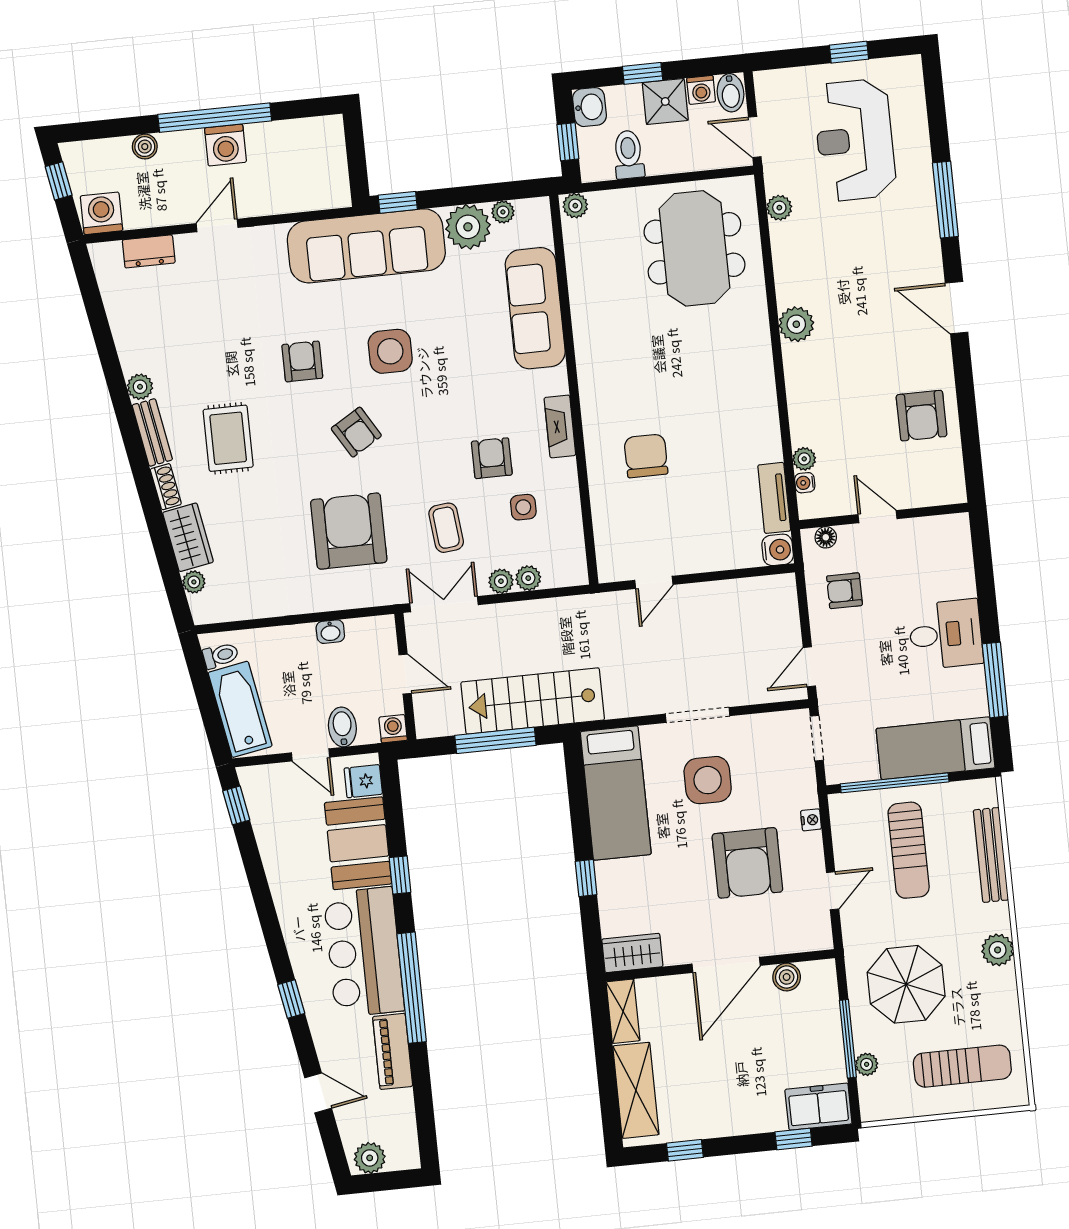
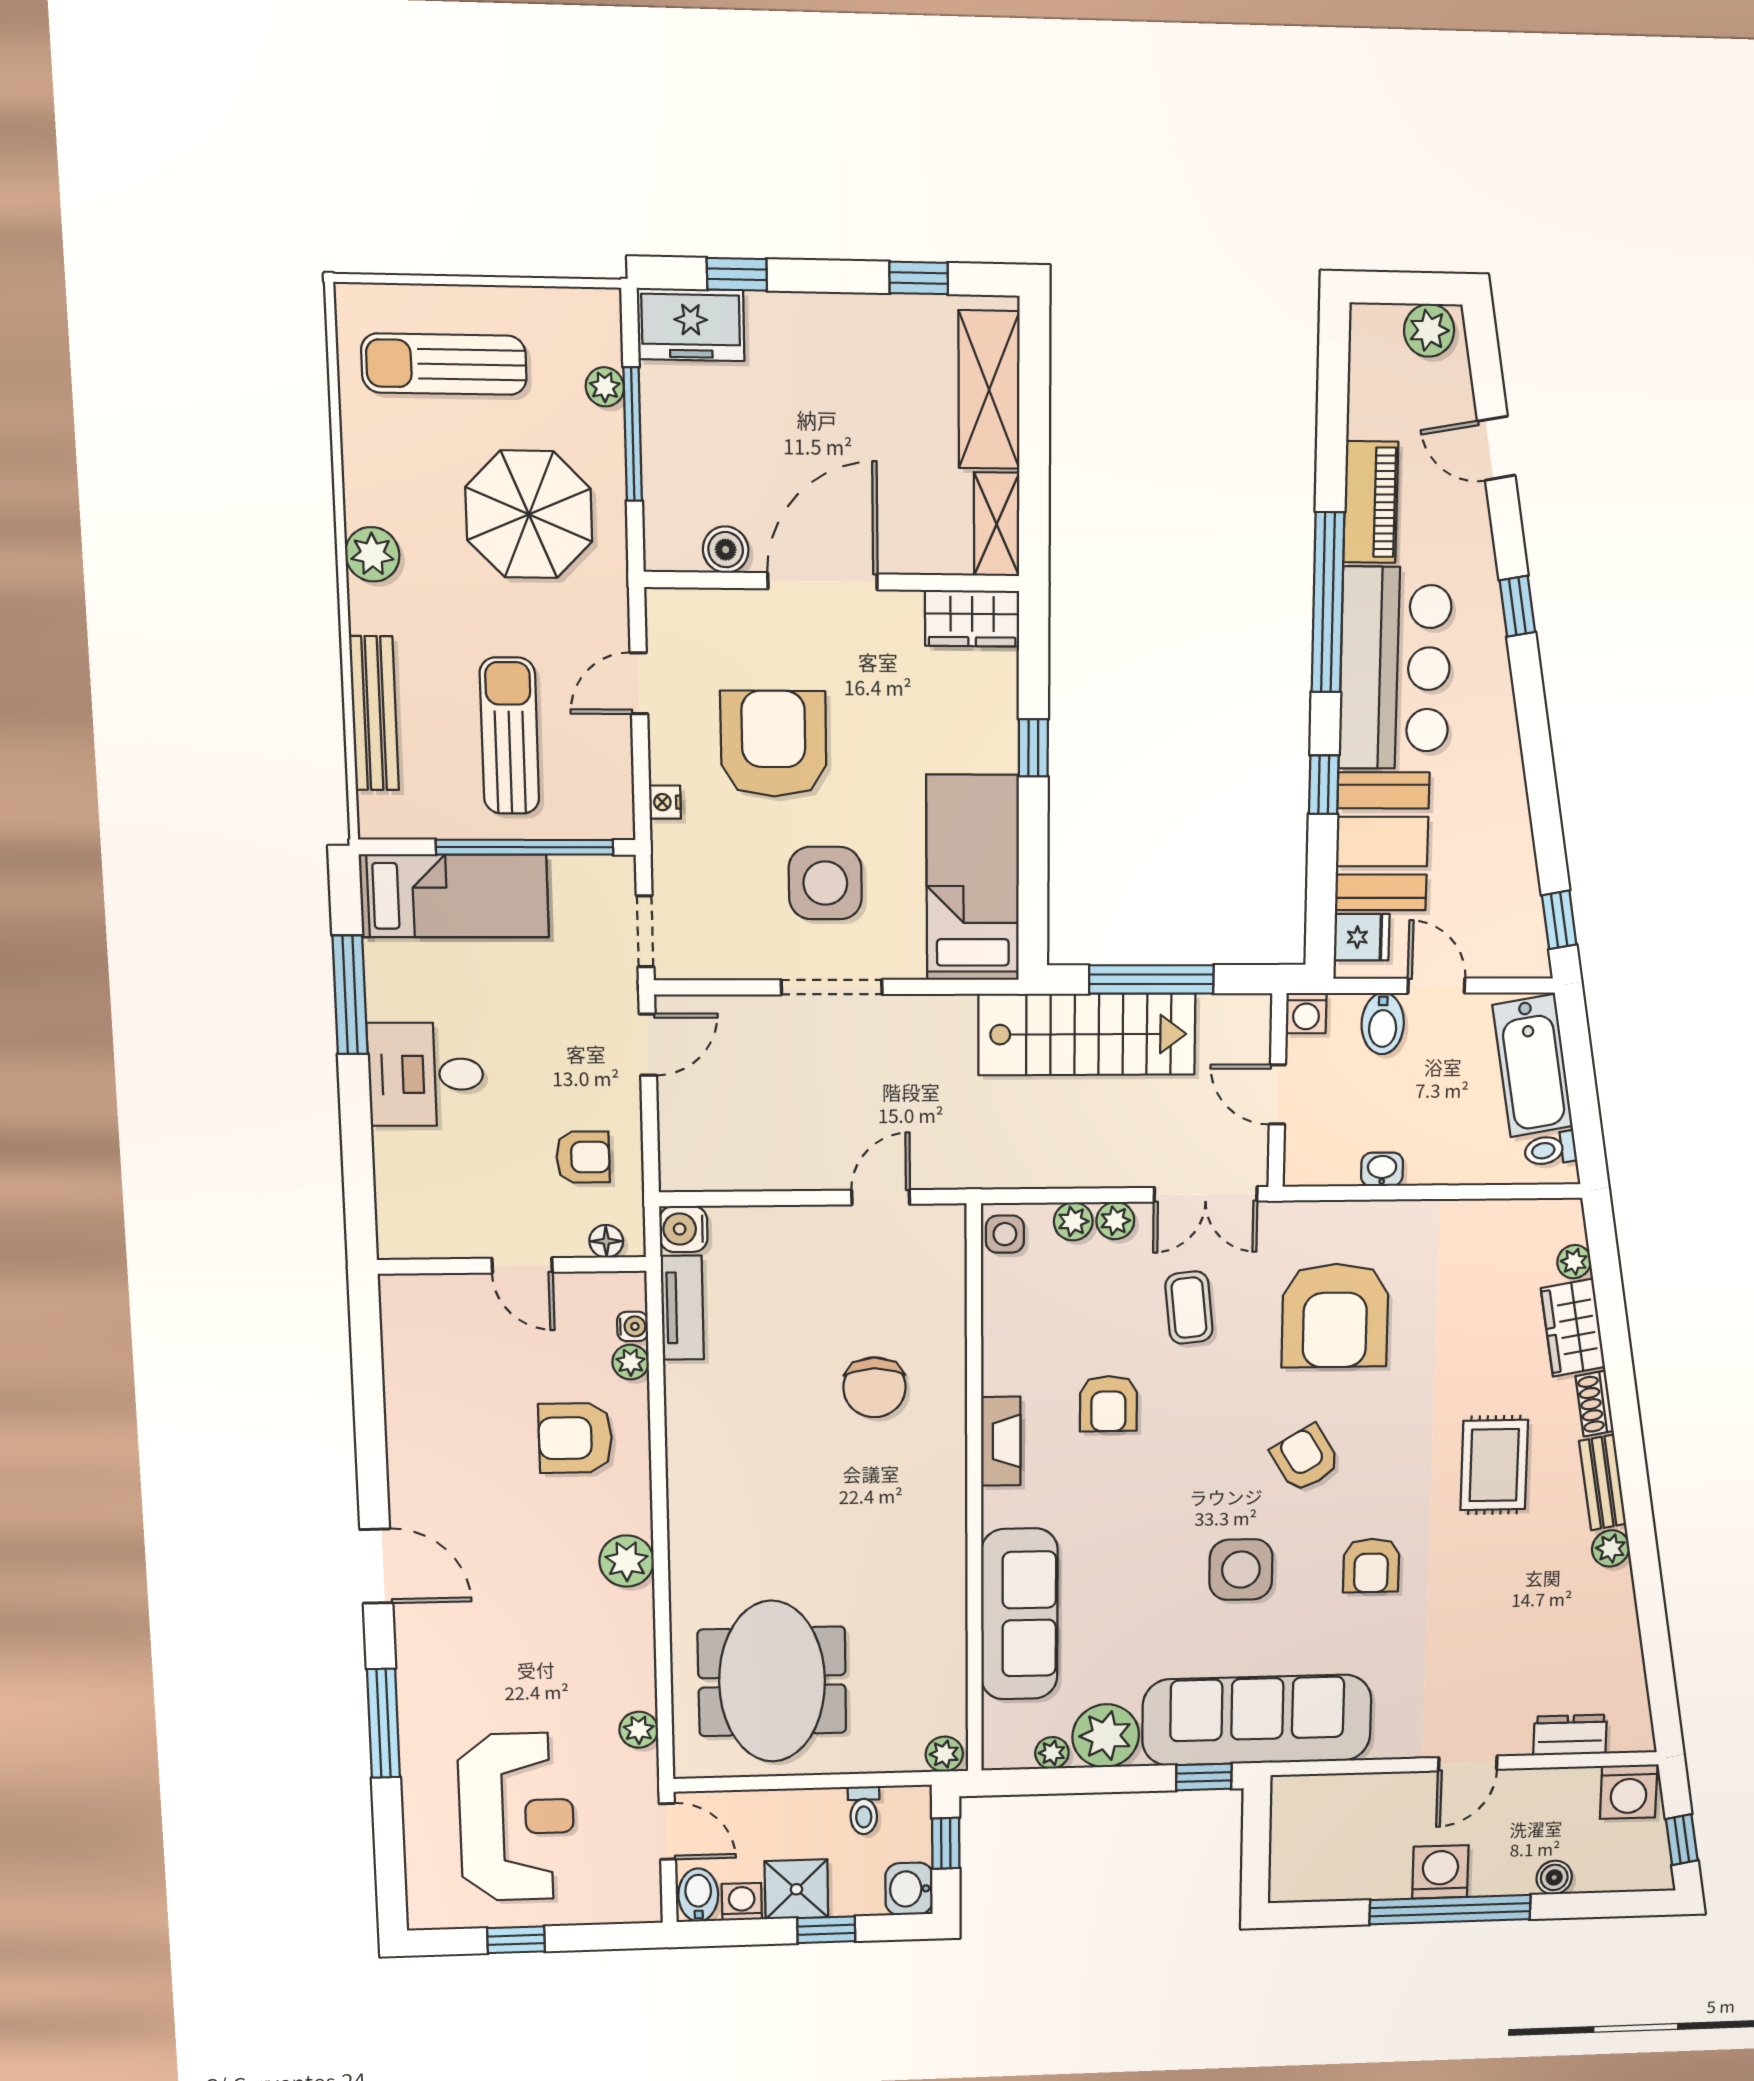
toilet: (629, 155) -> (864, 1810), width x0.73, depth x0.72
armchair: (922, 416) -> (575, 1438), moved, turned -90
side table: (523, 507) -> (1005, 1234), moved

